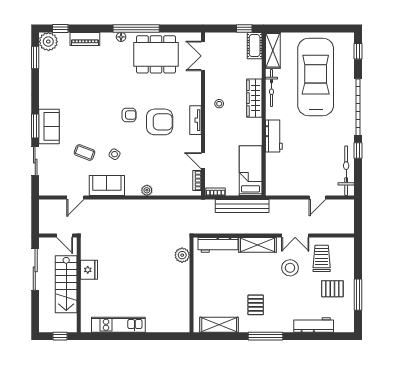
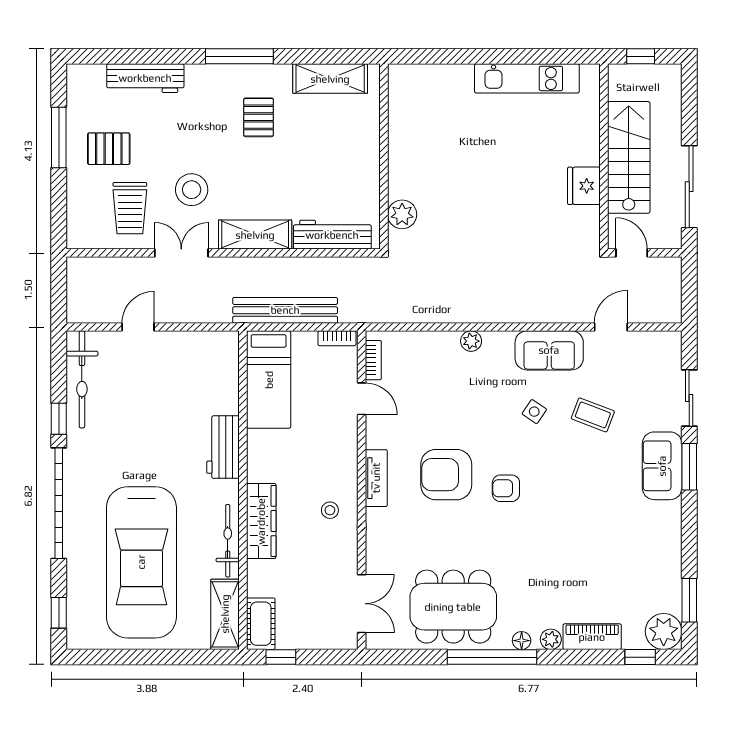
plant: (106, 38) -> (551, 639), added

